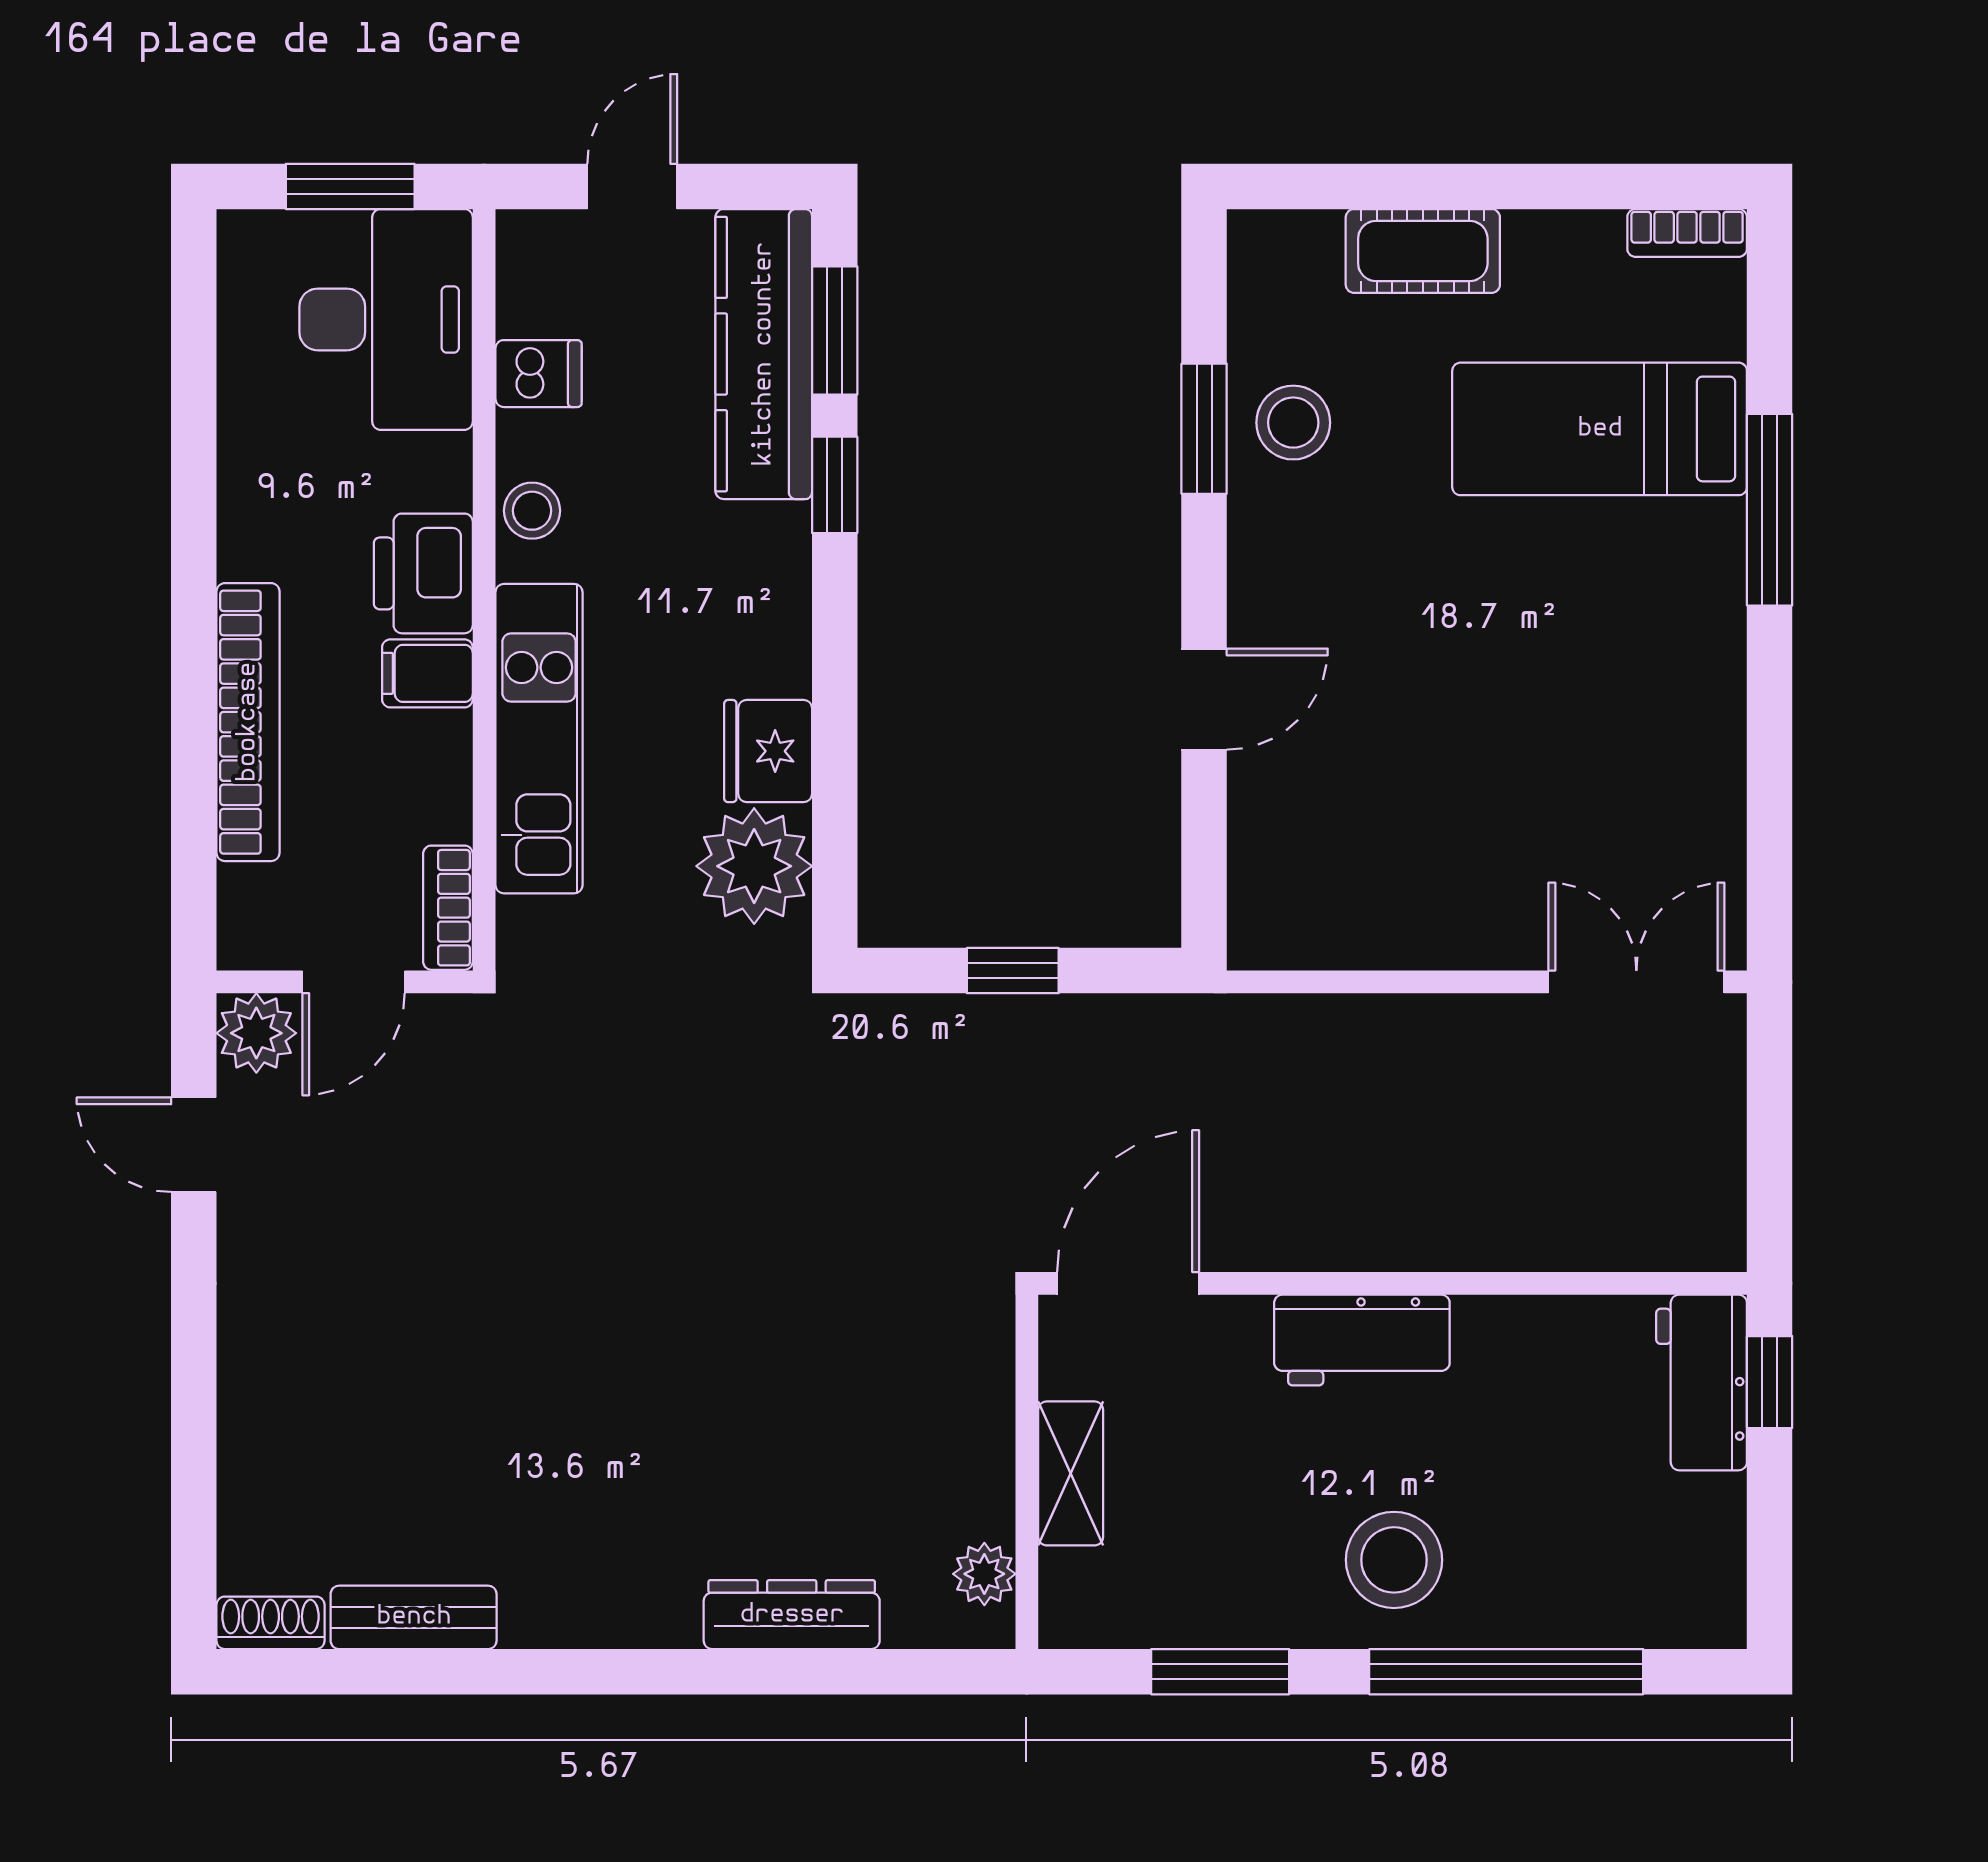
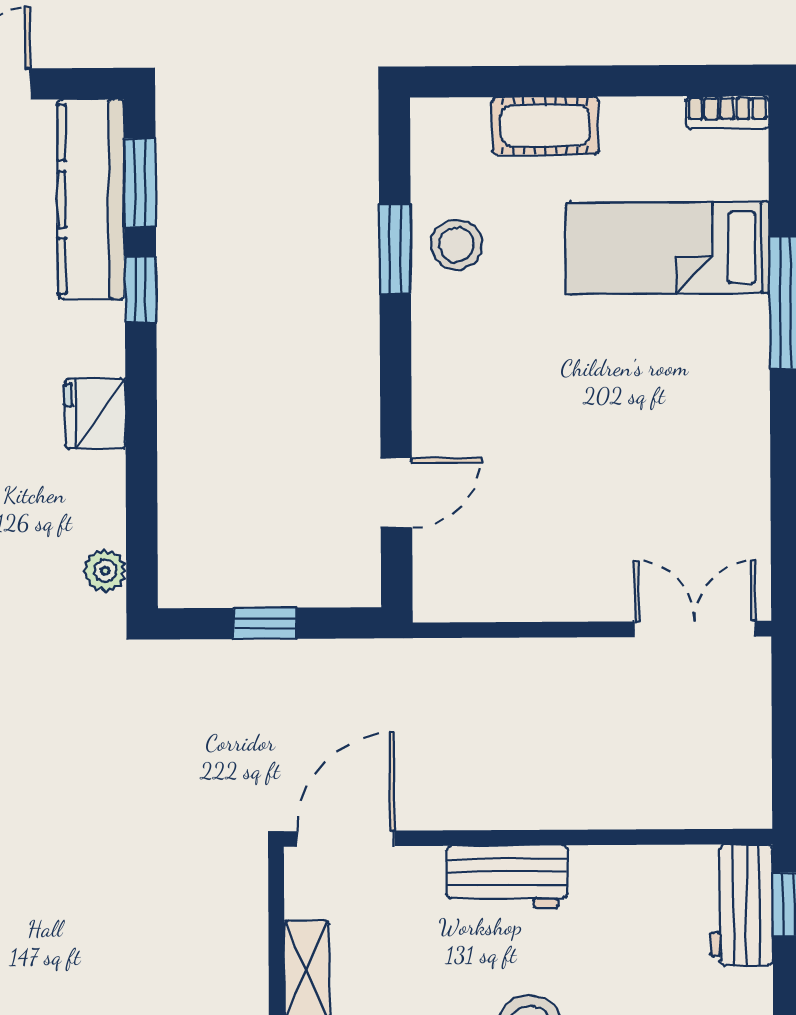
door: (1204, 699) -> (396, 493), moved
fridge: (768, 751) -> (95, 413), moved
plant: (754, 866) -> (105, 571), width x0.53, depth x0.53

